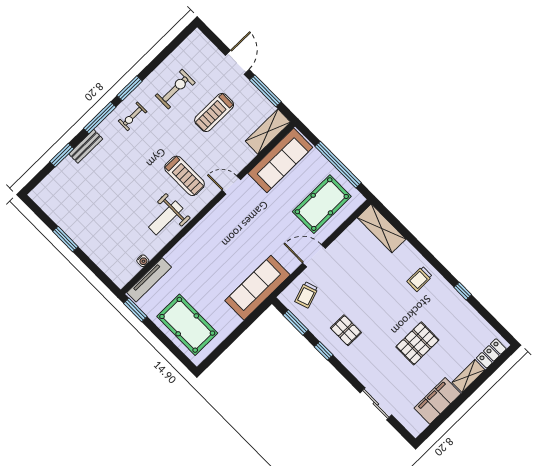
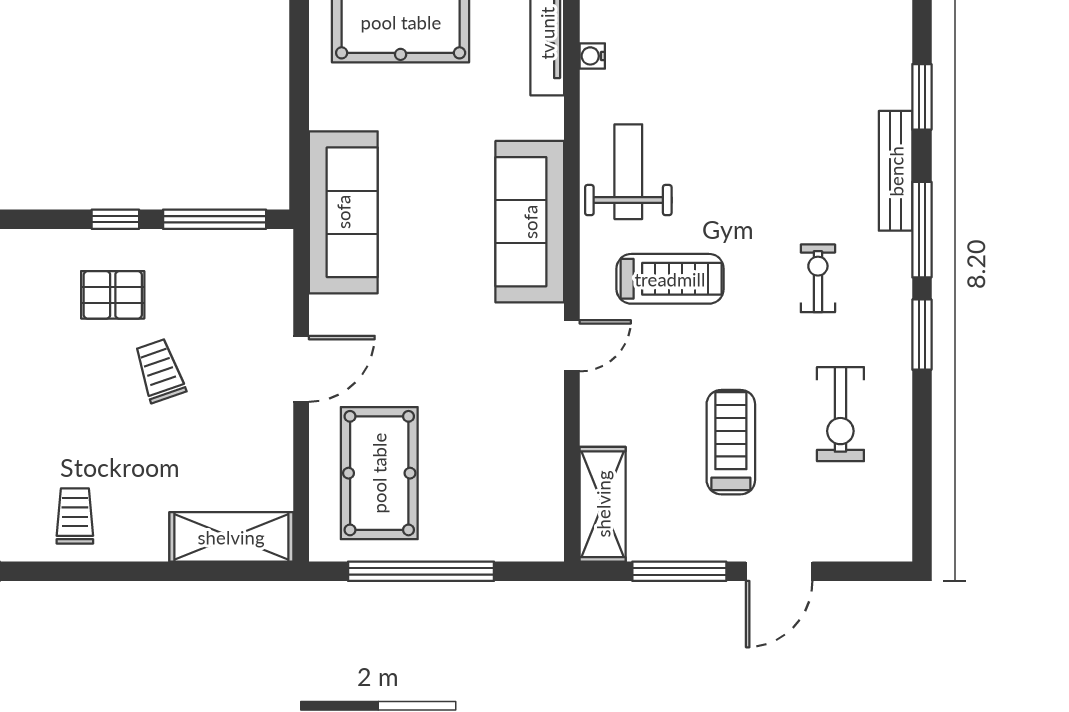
door: (237, 62) -> (779, 571), hinge flipped
exercise bike: (133, 116) -> (818, 278), moved
bench: (86, 146) -> (896, 171), width x1.36
sofa: (280, 160) -> (530, 222), moved
treadmill: (185, 176) -> (670, 279), turned 180
trolley: (306, 295) -> (160, 371), moved
window: (296, 322) -> (215, 219), width x1.44

